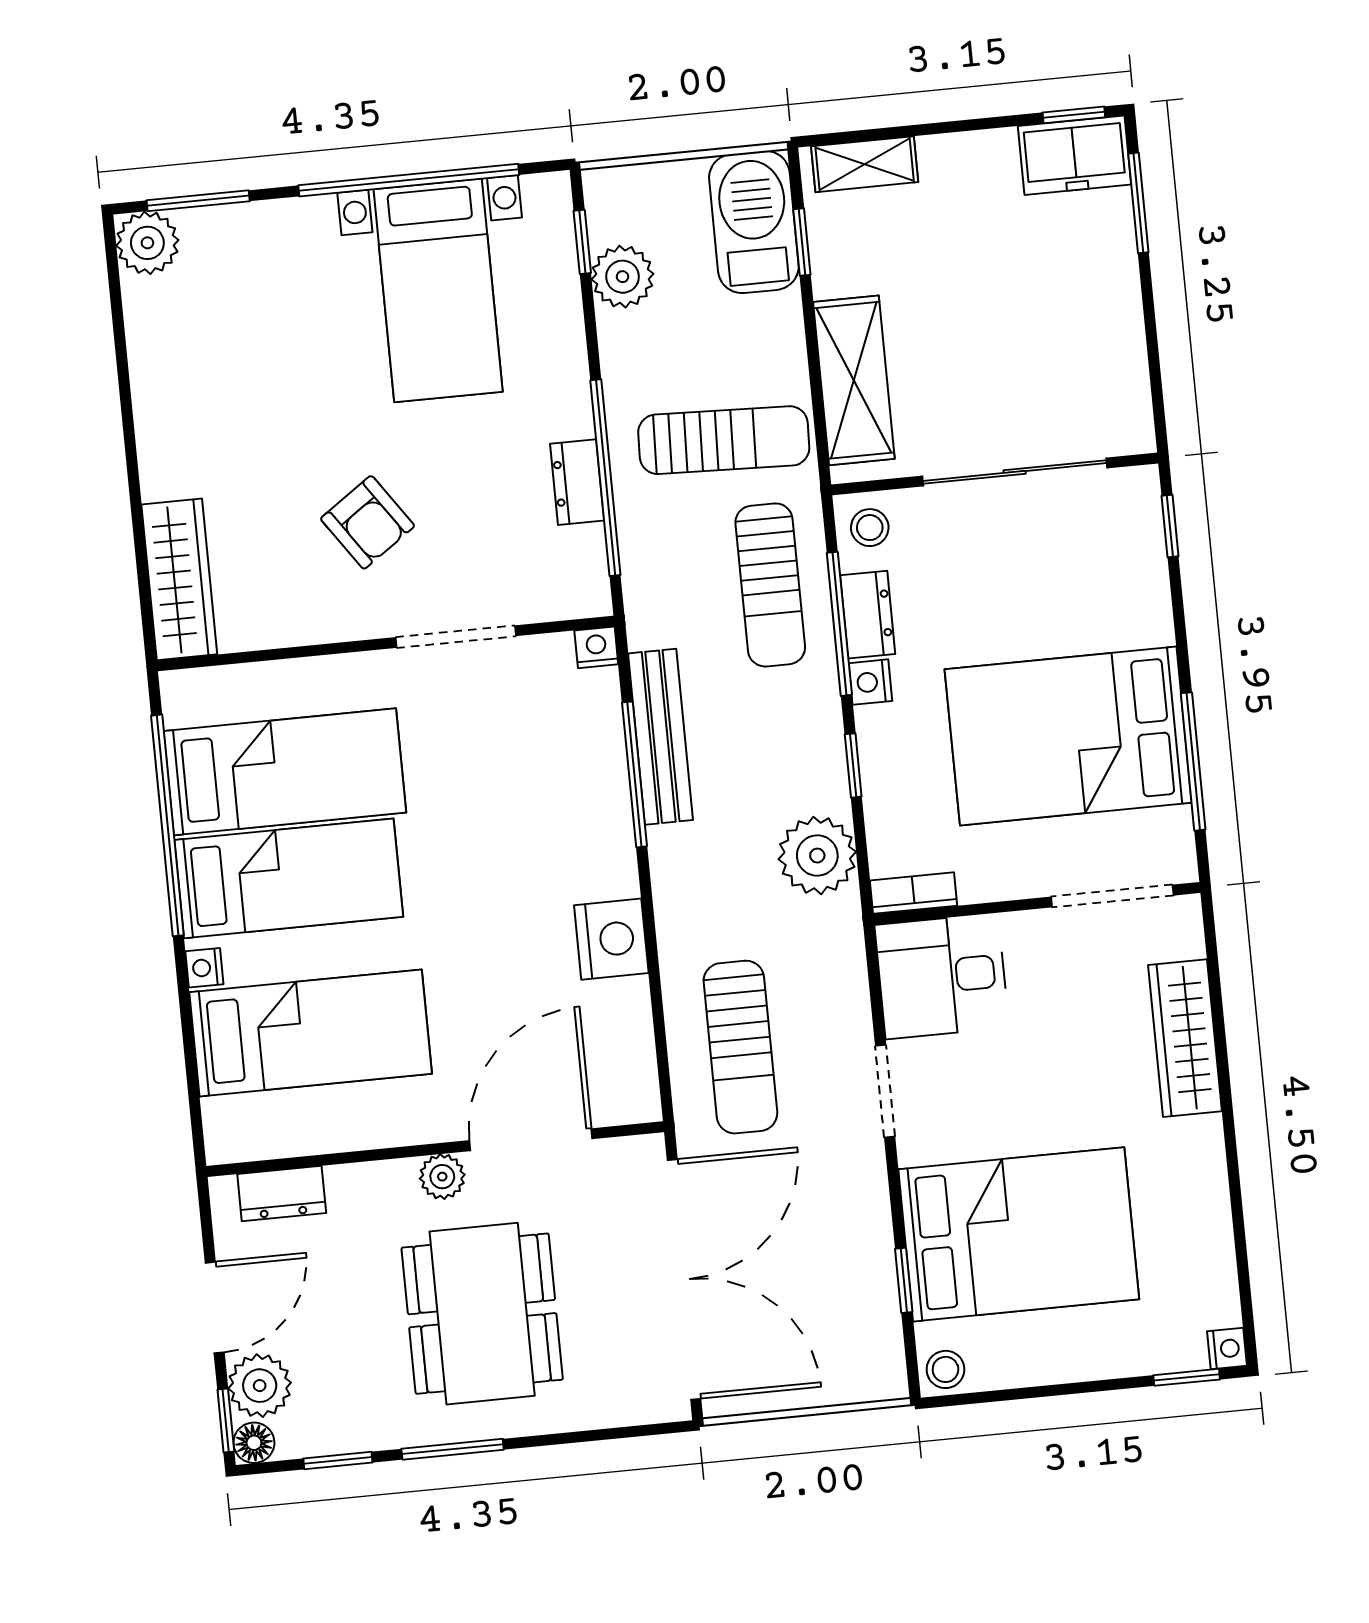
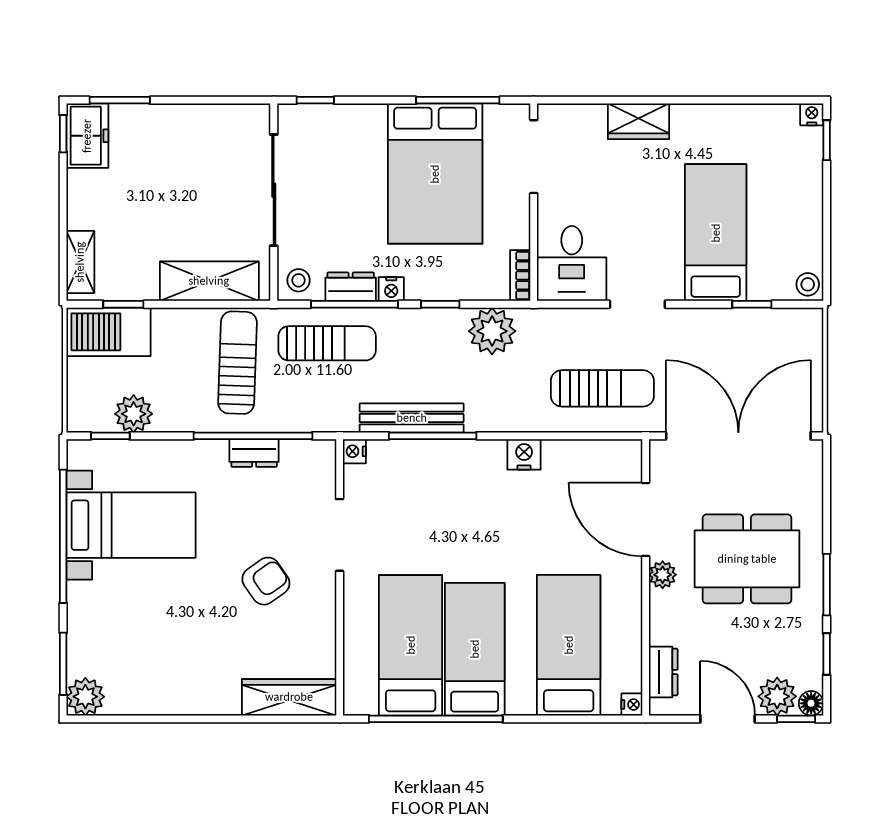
nightstand: (611, 939) -> (524, 454), width x0.74, depth x0.75
nightstand: (204, 968) -> (632, 704), moved, turned -90
wardrobe: (1185, 1038) -> (638, 121), width x0.67
bed: (1019, 1234) -> (716, 233), width x0.67

